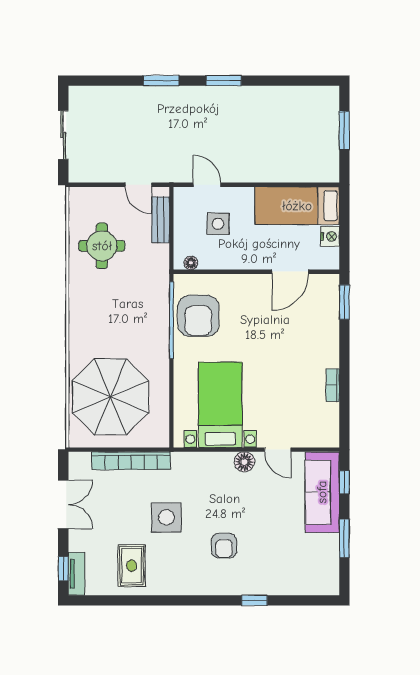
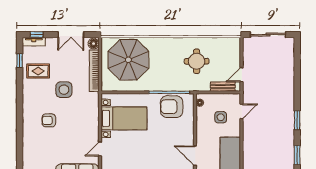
window: (161, 81) -> (297, 155), moved
sliding door: (63, 135) -> (268, 35), width x1.37
round table: (102, 246) -> (197, 61), moved
floor lamp: (244, 462) -> (94, 44), moved
window: (254, 600) -> (20, 61), moved

